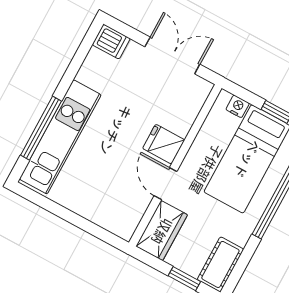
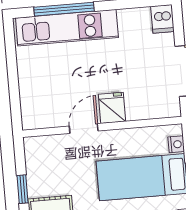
wardrobe: (162, 231) -> (47, 149), removed

